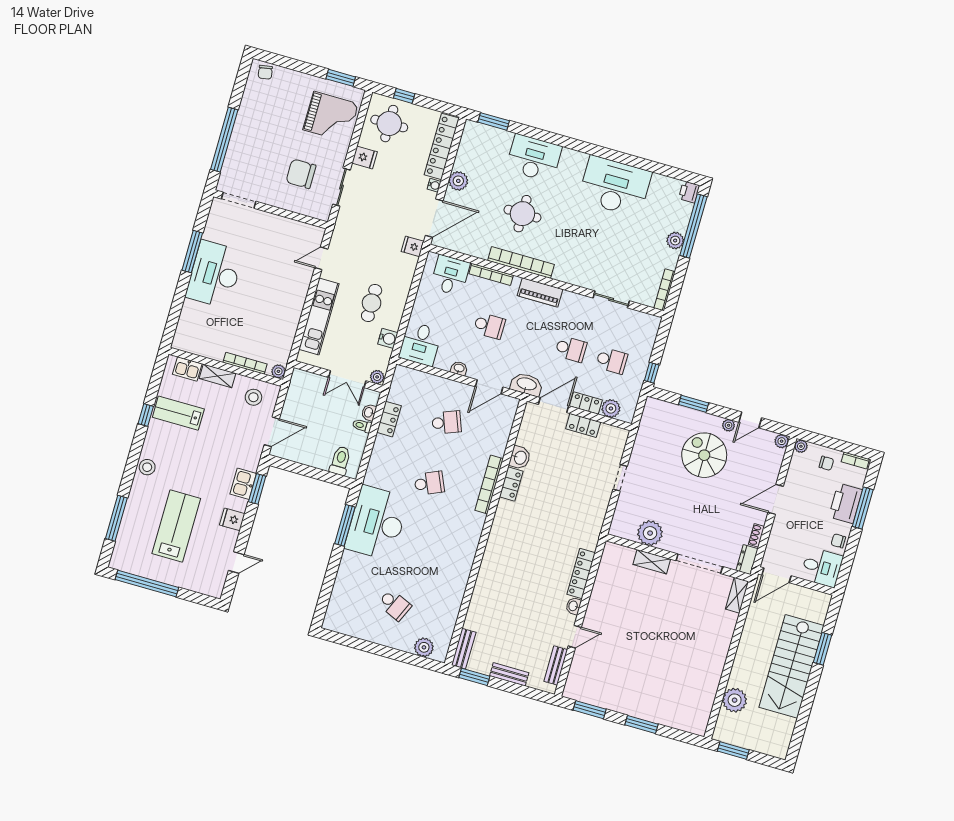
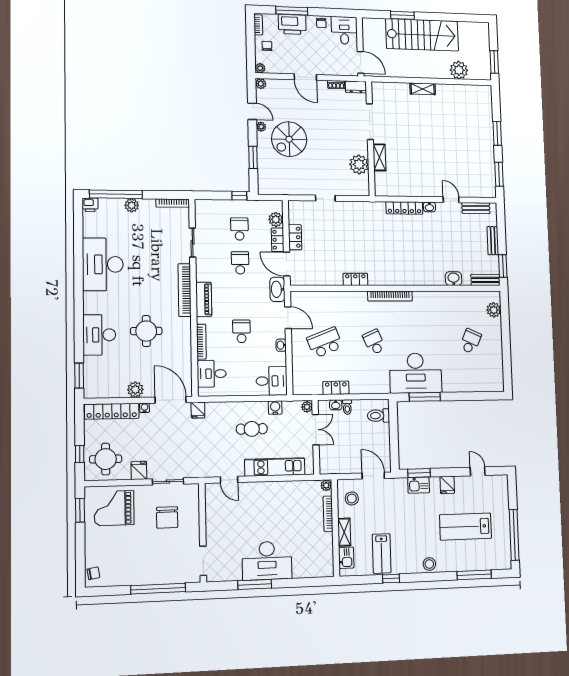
grand piano: (331, 117) -> (114, 508), turned -90
bookcase: (521, 263) -> (185, 290), moved
school desk: (447, 422) -> (325, 343), width x1.85
washbasin: (520, 458) -> (454, 279), moved
bookcase: (489, 485) -> (390, 296), moved
shelving: (737, 595) -> (423, 89), moved

